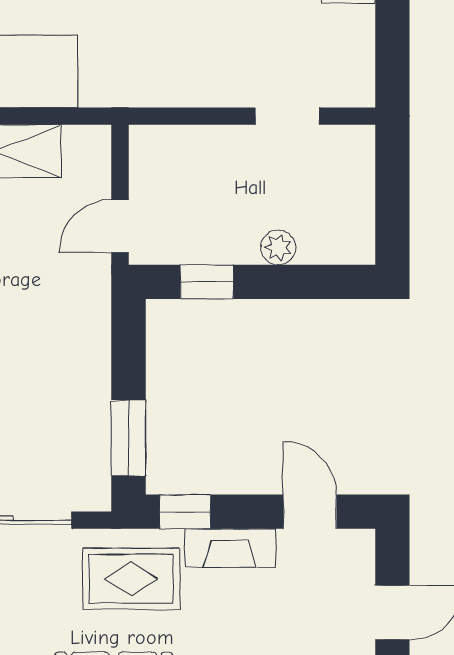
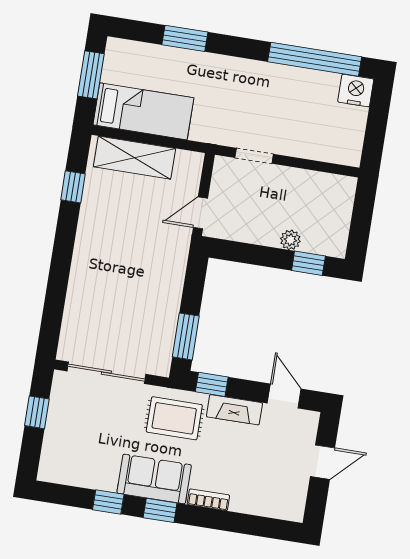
doorway: (287, 116) -> (254, 156), moved
window: (207, 282) -> (308, 263), moved

